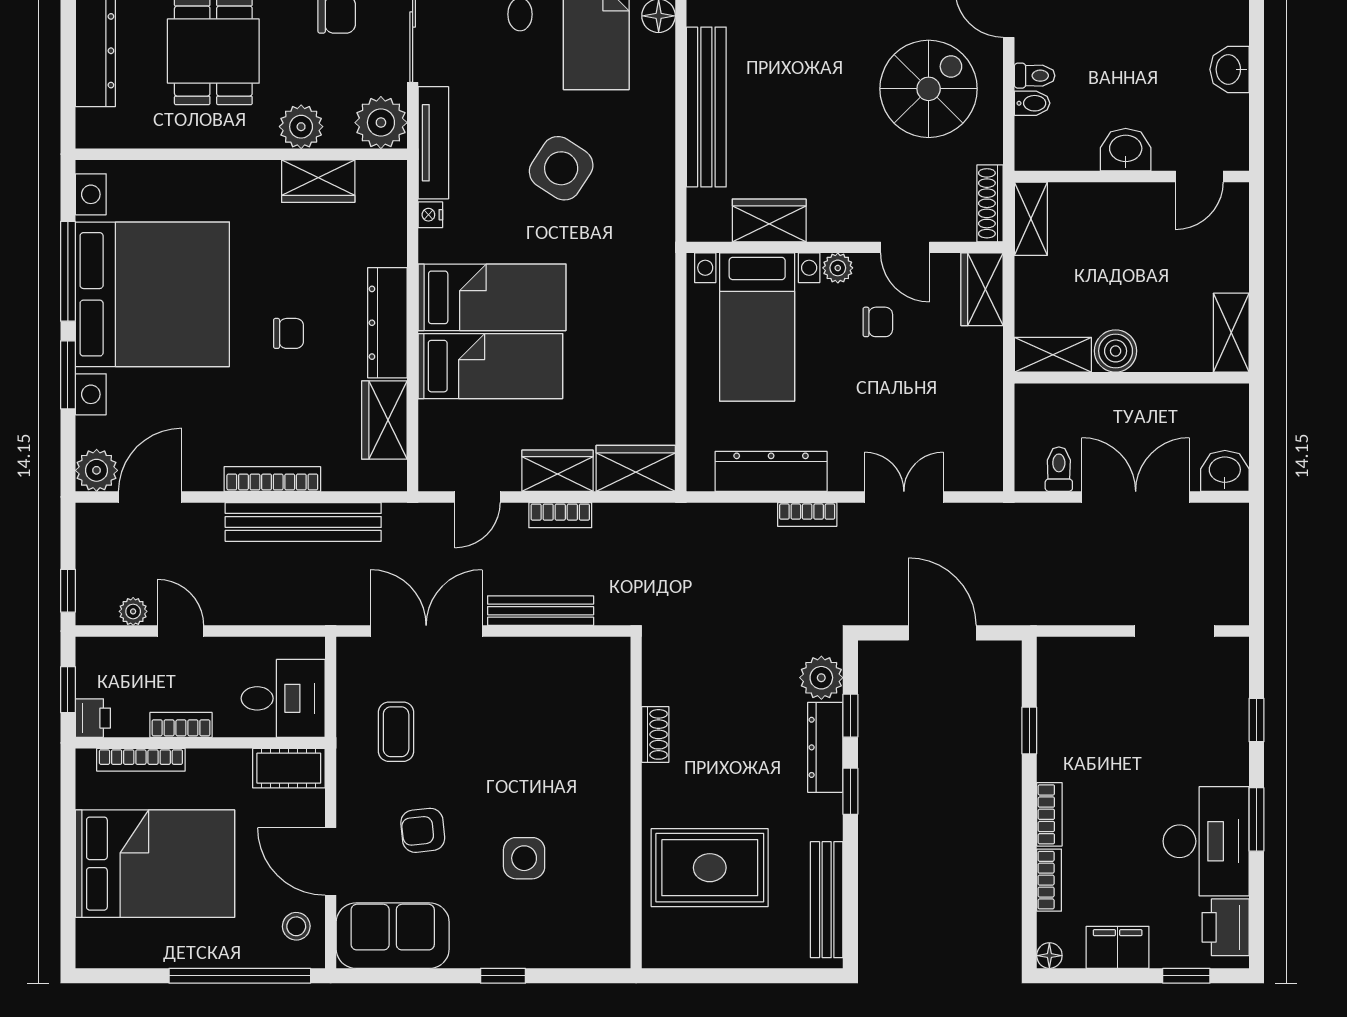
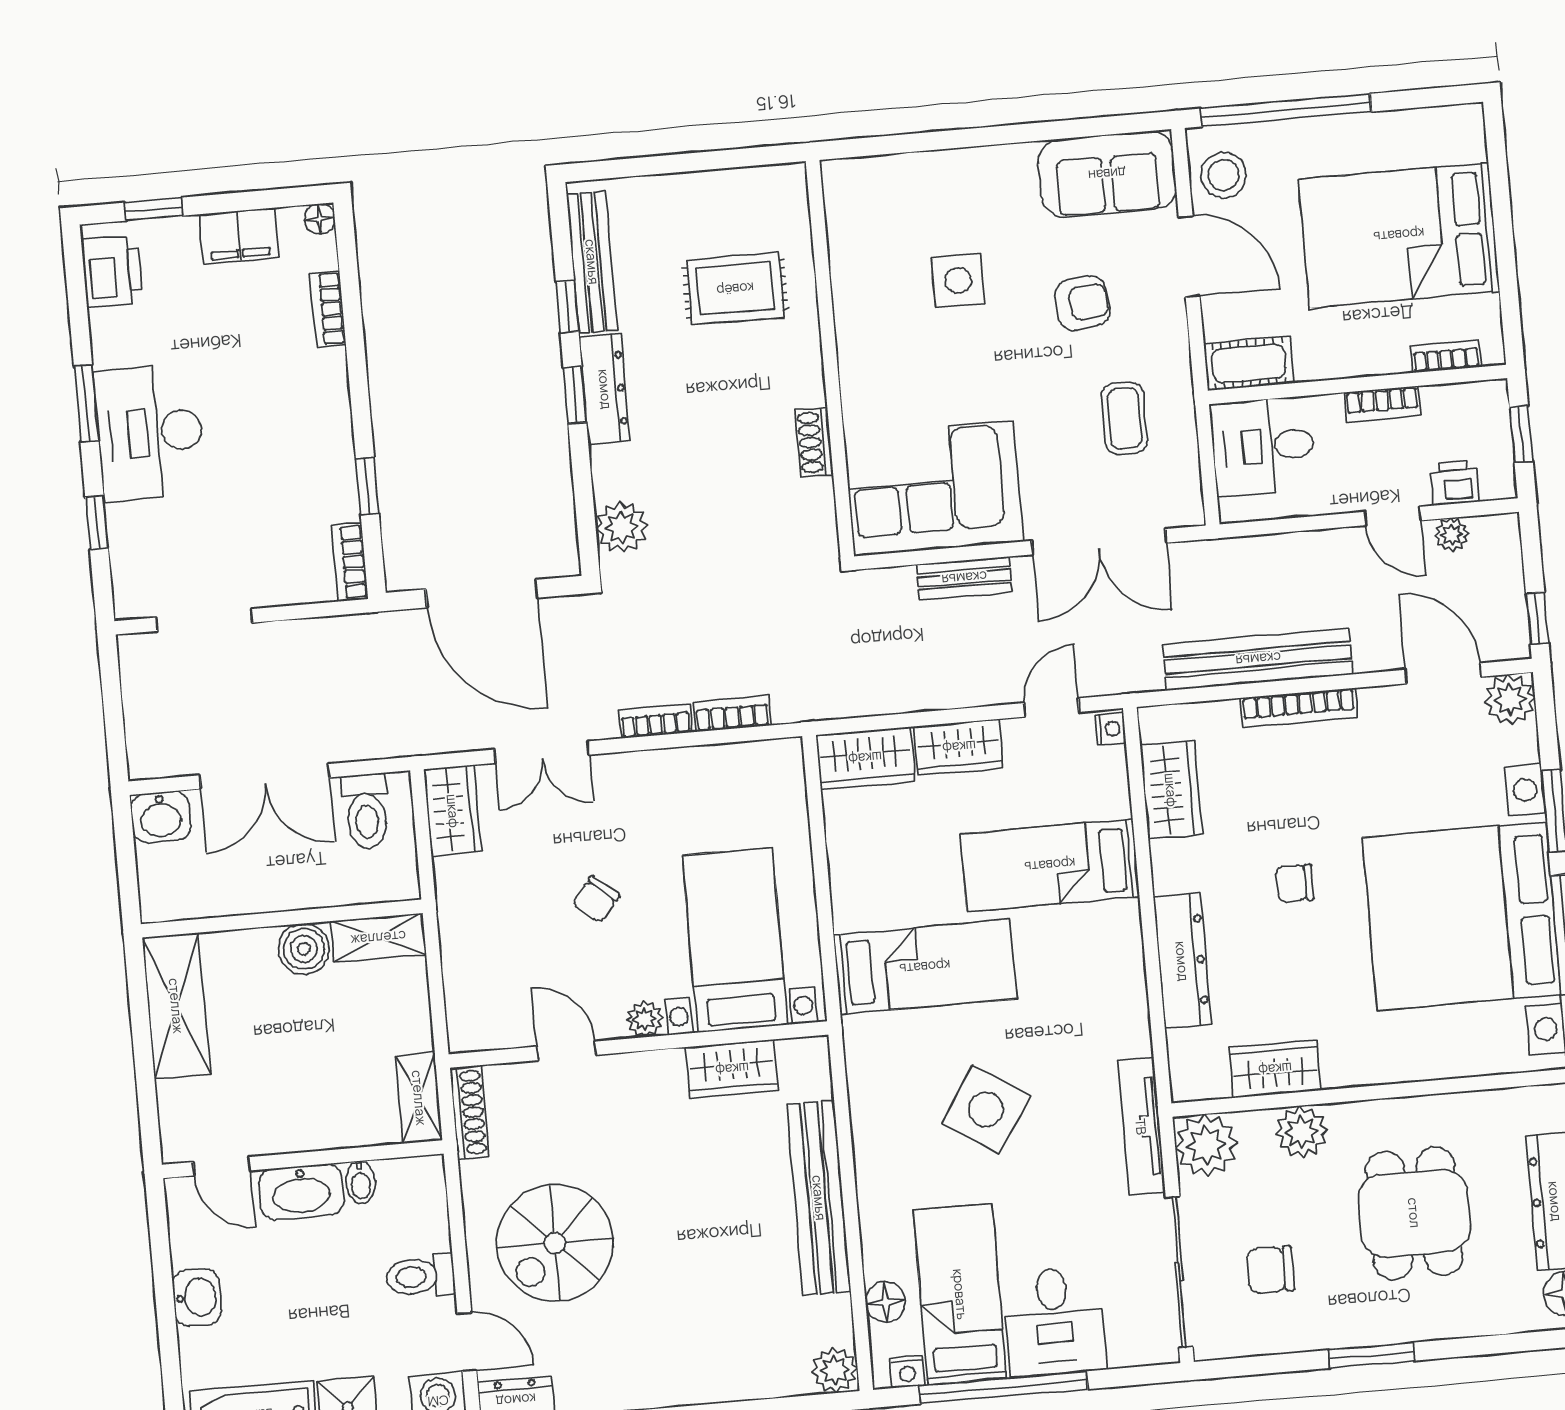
toilet: (1035, 76) -> (421, 1276), width x1.37, depth x1.39
bidet: (1032, 103) -> (361, 1182), moved, turned -90
washbasin: (1126, 150) -> (301, 1192), width x1.38
door: (1199, 177) -> (222, 1166), swing flipped
nightstand: (430, 215) -> (1110, 729), moved
wardrobe: (982, 289) -> (453, 811), moved
bed: (492, 297) -> (925, 967), moved, turned 180
chair: (878, 322) -> (596, 900), moved, turned -49
dresser: (387, 323) -> (1182, 961), moved
shelving: (1231, 333) -> (176, 1006), width x1.50, depth x1.33
toilet: (1059, 469) -> (366, 811), width x1.37, depth x1.39
dresser: (771, 471) -> (703, 769), removed
door: (150, 497) -> (1443, 673), swing flipped
bookcase: (560, 515) -> (732, 714), moved
window: (68, 591) -> (1537, 618), moved
bench: (541, 611) -> (964, 578), width x0.73
door: (942, 633) -> (482, 594), width x1.36
corner sofa: (560, 687) -> (934, 488), added
window: (850, 716) -> (567, 306), moved
printer: (93, 718) -> (1454, 483), moved, turned 90
dresser: (825, 747) -> (605, 389), moved
bookcase: (141, 760) -> (1446, 356), width x0.64
bookcase: (1049, 814) -> (350, 562), moved
desk: (1206, 841) -> (150, 433), moved
rug: (710, 868) -> (735, 289), width x0.73, depth x0.70
stool: (296, 926) -> (1224, 175), width x1.37, depth x1.37
window: (503, 976) -> (971, 138), removed

